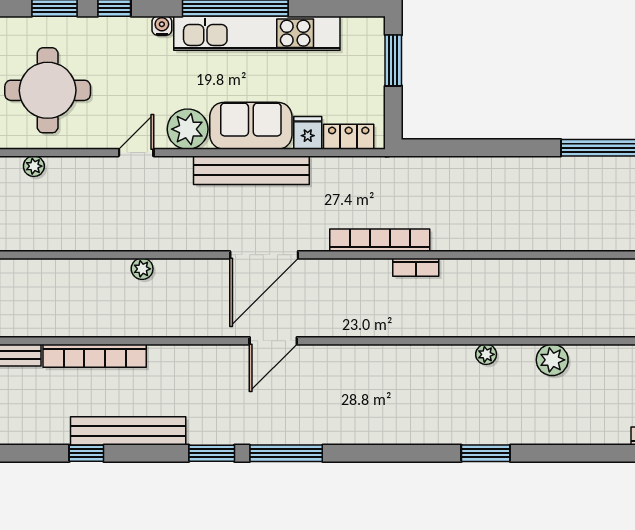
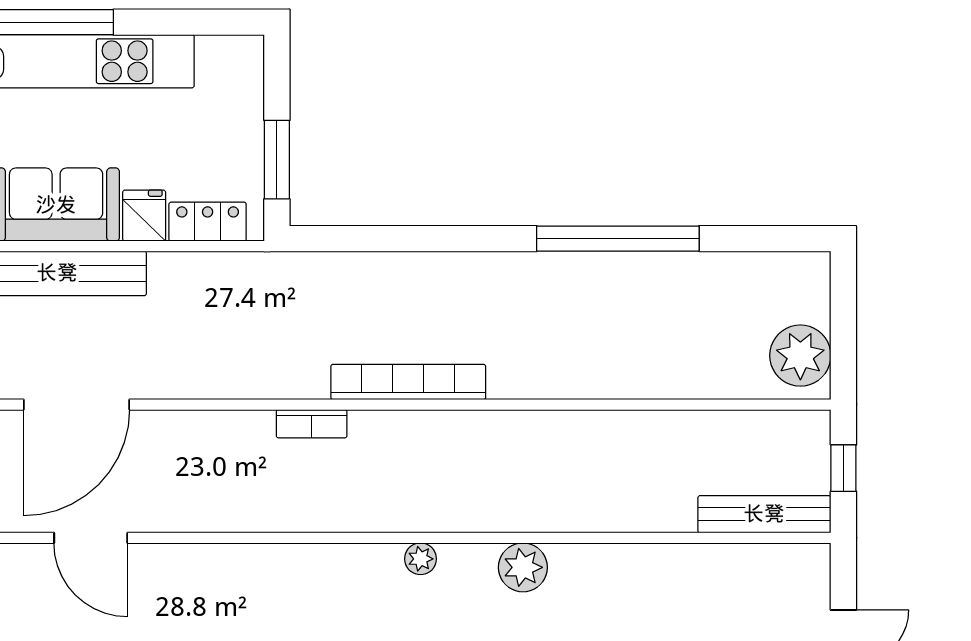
window: (393, 60) -> (277, 160), moved
bookcase: (380, 240) -> (408, 382), moved
door: (273, 341) -> (91, 538), hinge flipped

